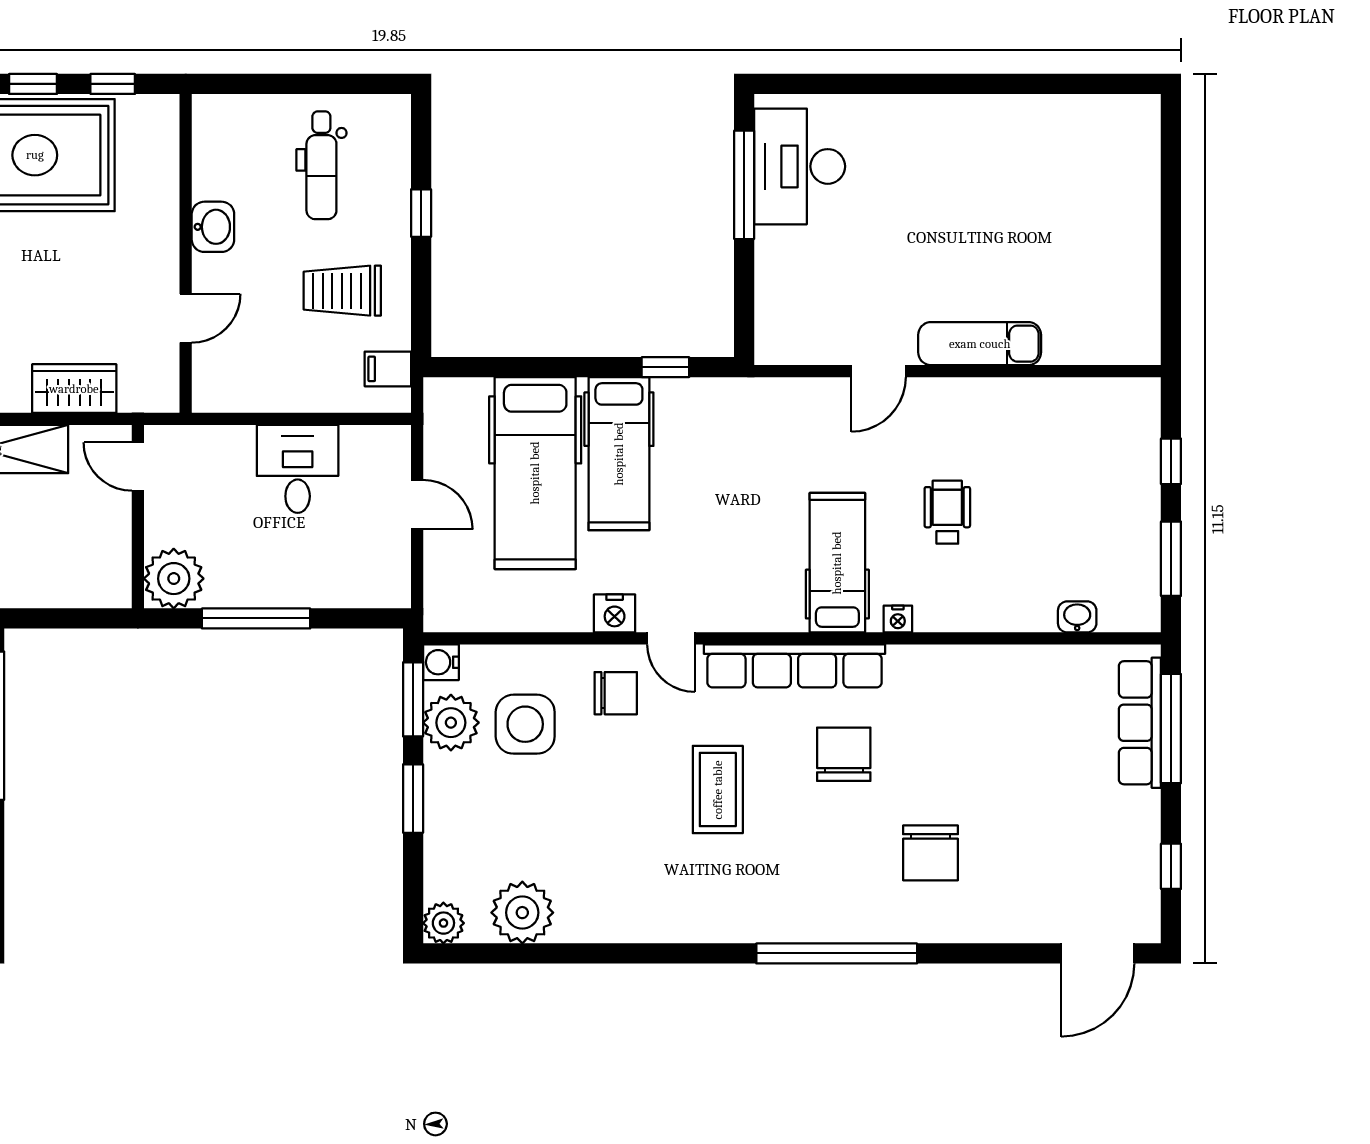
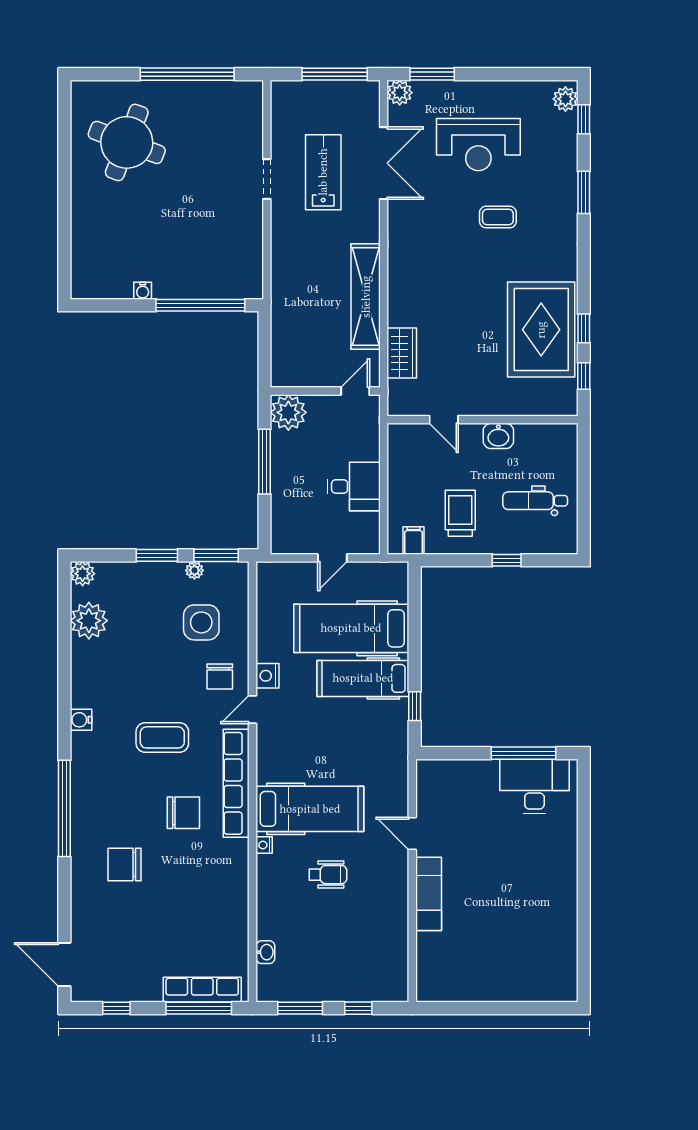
hospital bed: (837, 563) -> (310, 809), width x1.37, depth x1.29
water cooler: (441, 662) -> (81, 720), moved, turned -90
plant: (451, 723) -> (194, 570), width x0.53, depth x0.53

